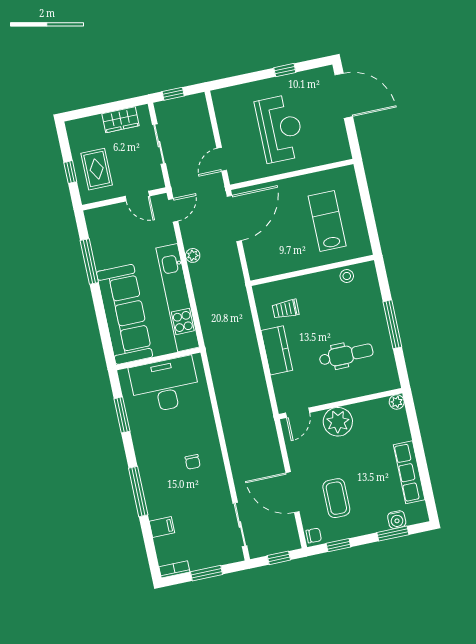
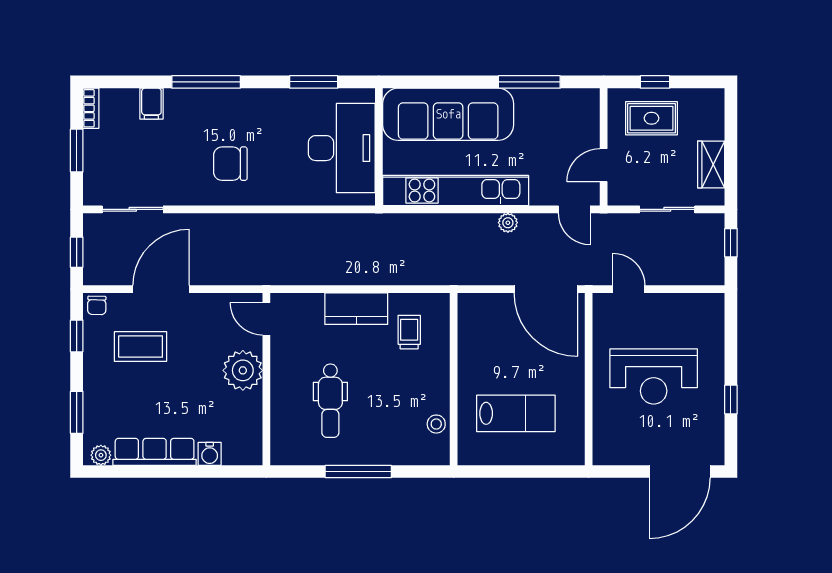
plant: (397, 402) -> (101, 455), moved
chair: (193, 462) -> (230, 164), width x1.87, depth x1.87
water cooler: (397, 520) -> (210, 454), moved, turned -90

